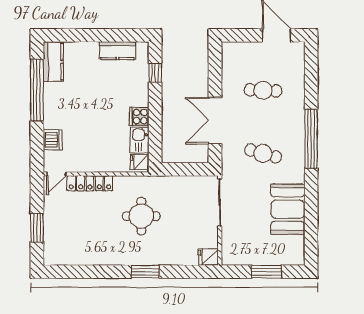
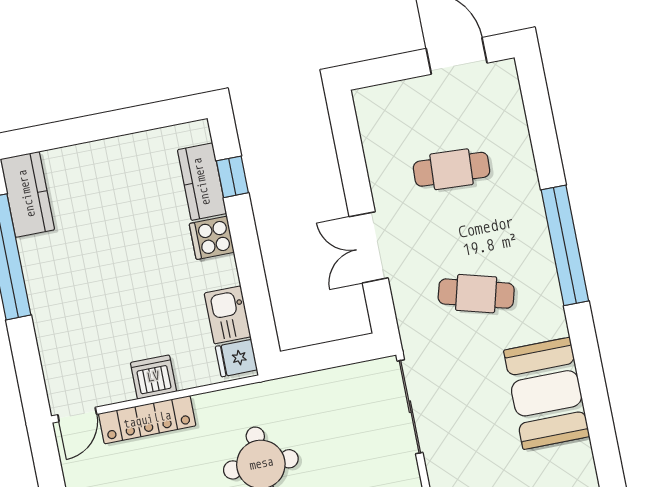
kitchen counter: (117, 51) -> (202, 182), moved, turned 90
cooker: (139, 116) -> (212, 238), moved
double door: (215, 120) -> (369, 247), width x0.73
dishwasher: (53, 140) -> (153, 377), moved, turned -90

